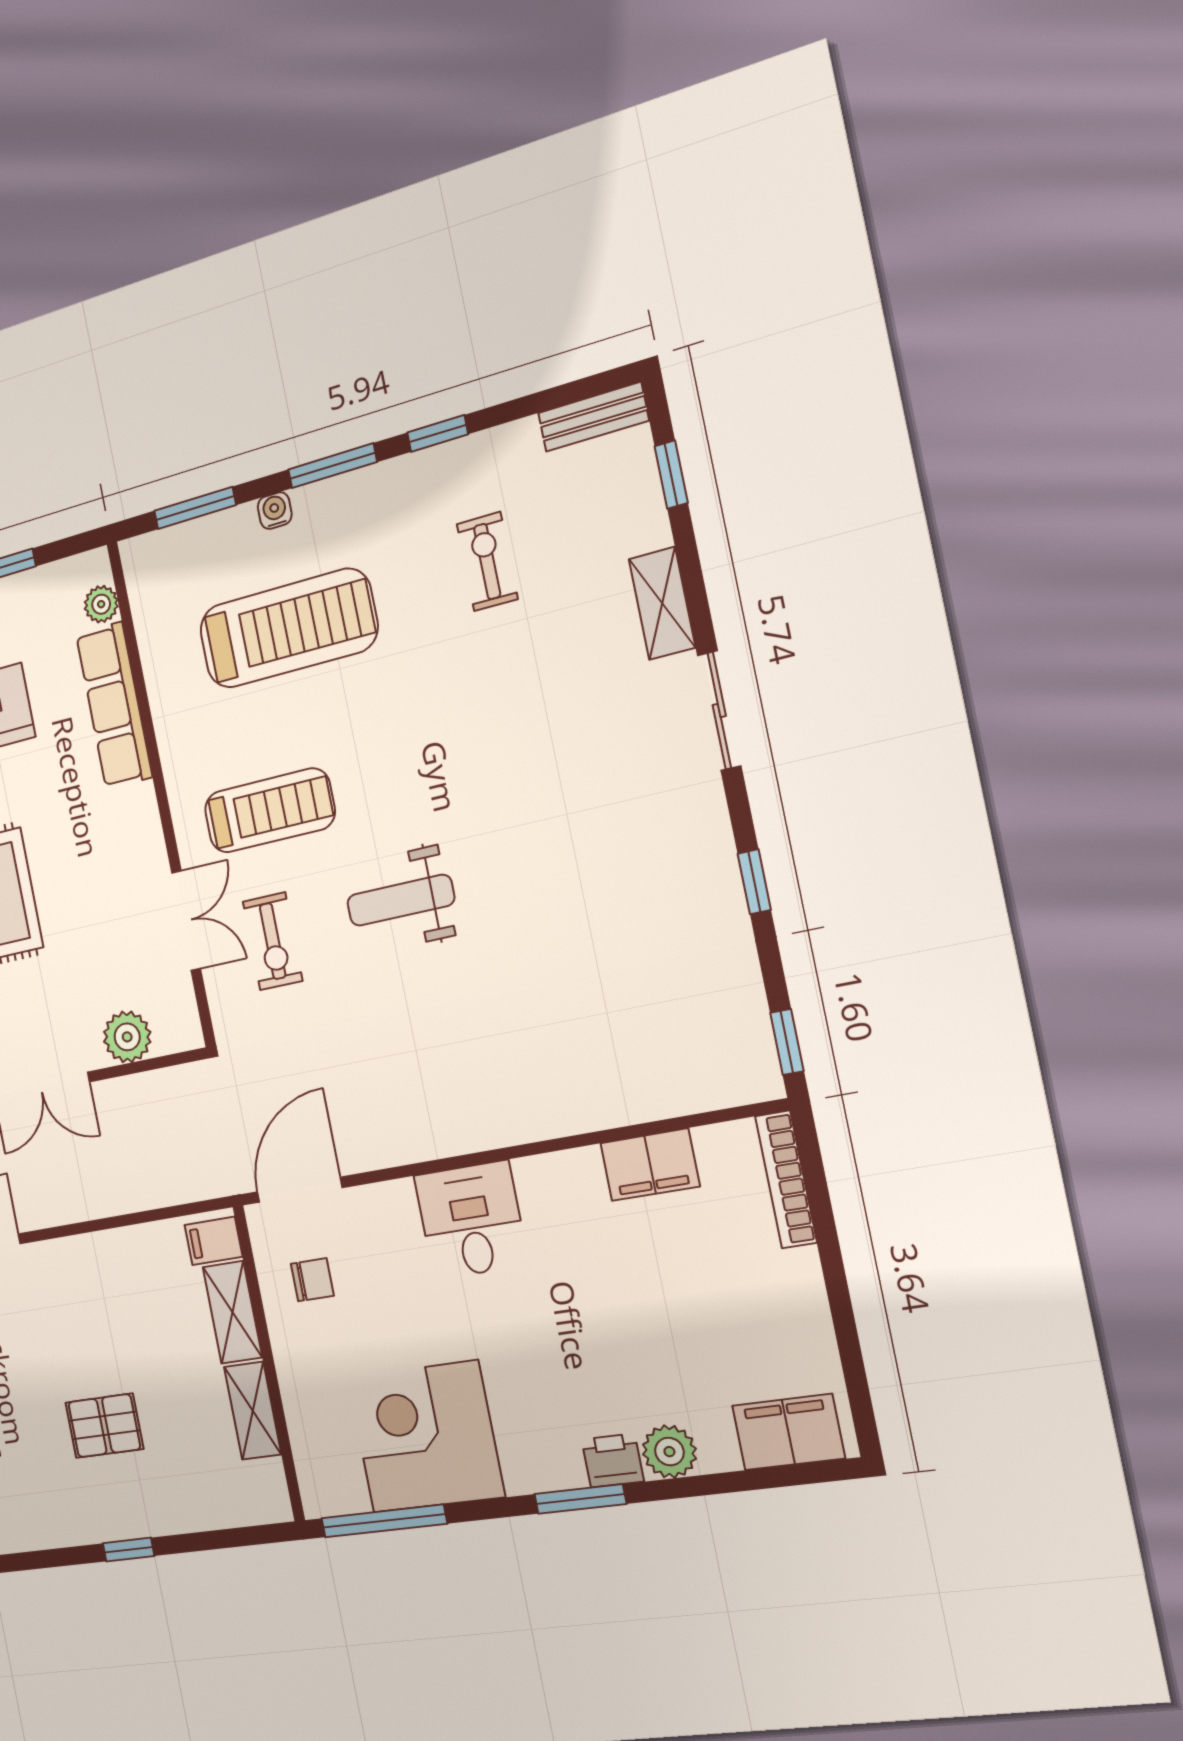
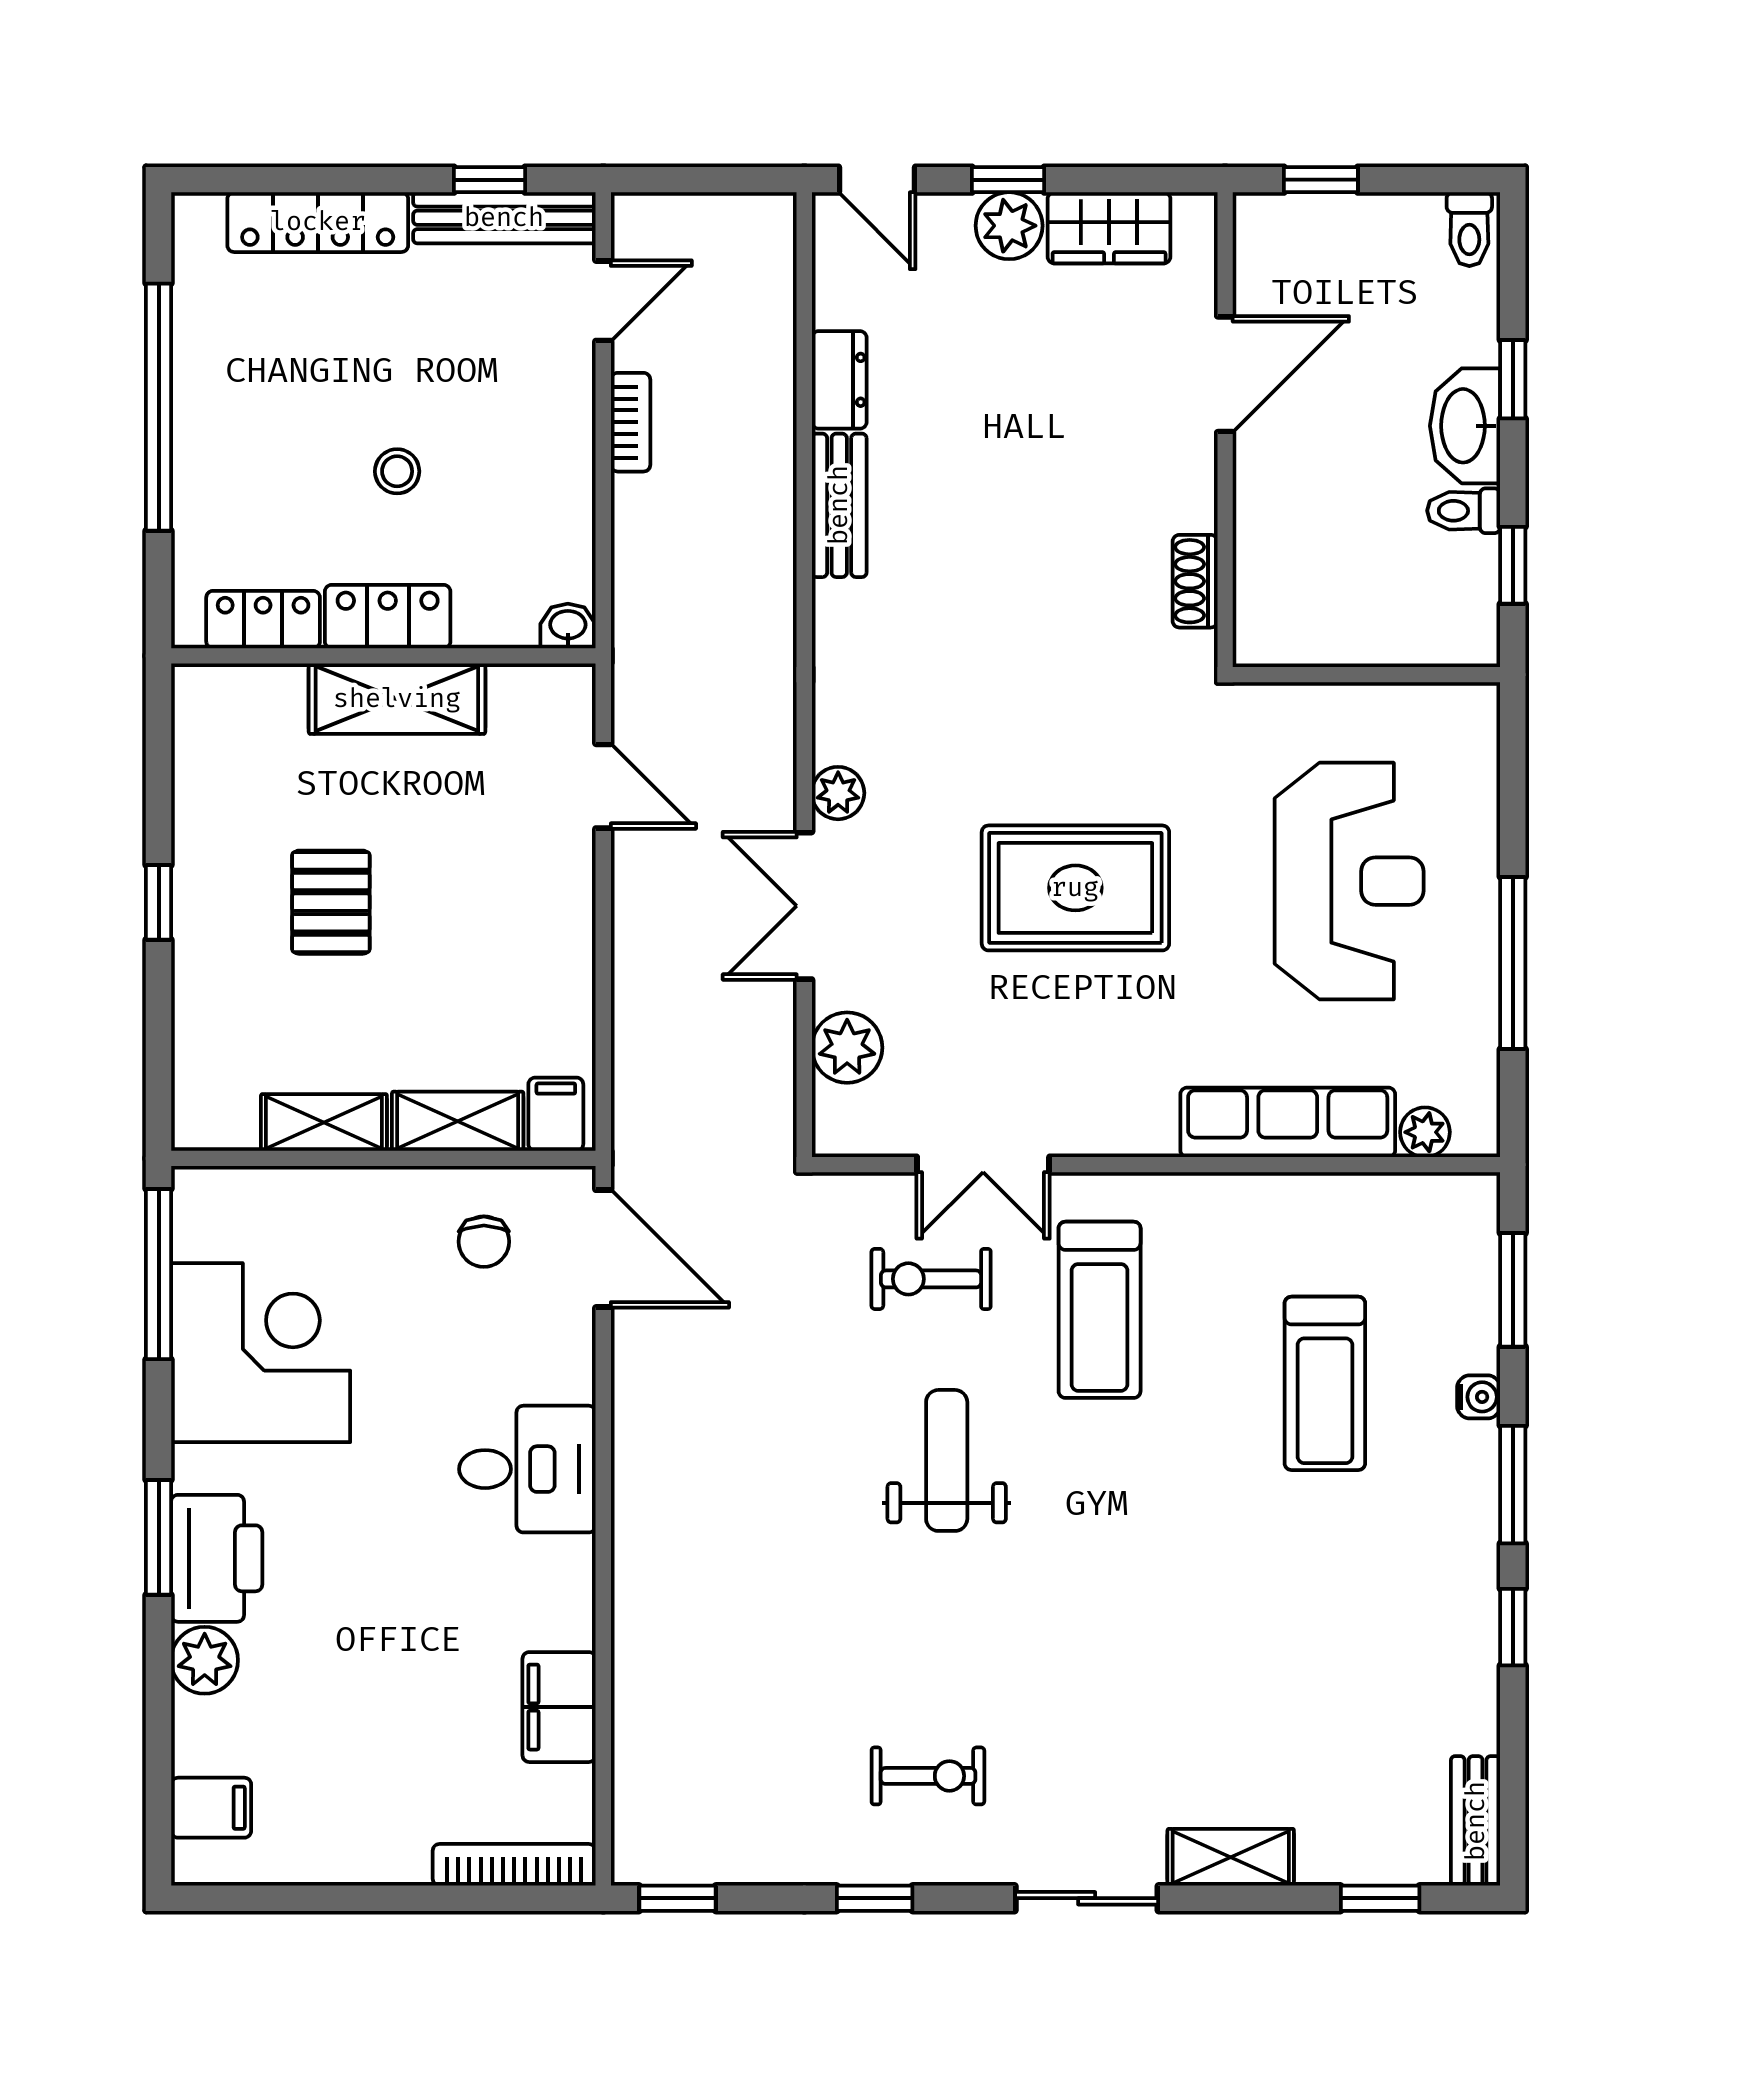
exercise bike: (487, 561) -> (928, 1776), moved
treadmill: (288, 628) -> (1325, 1383), width x0.73, depth x0.73
filing cabinet: (788, 1432) -> (211, 1808), width x0.50
printer: (613, 1460) -> (217, 1558), width x1.87, depth x1.48

